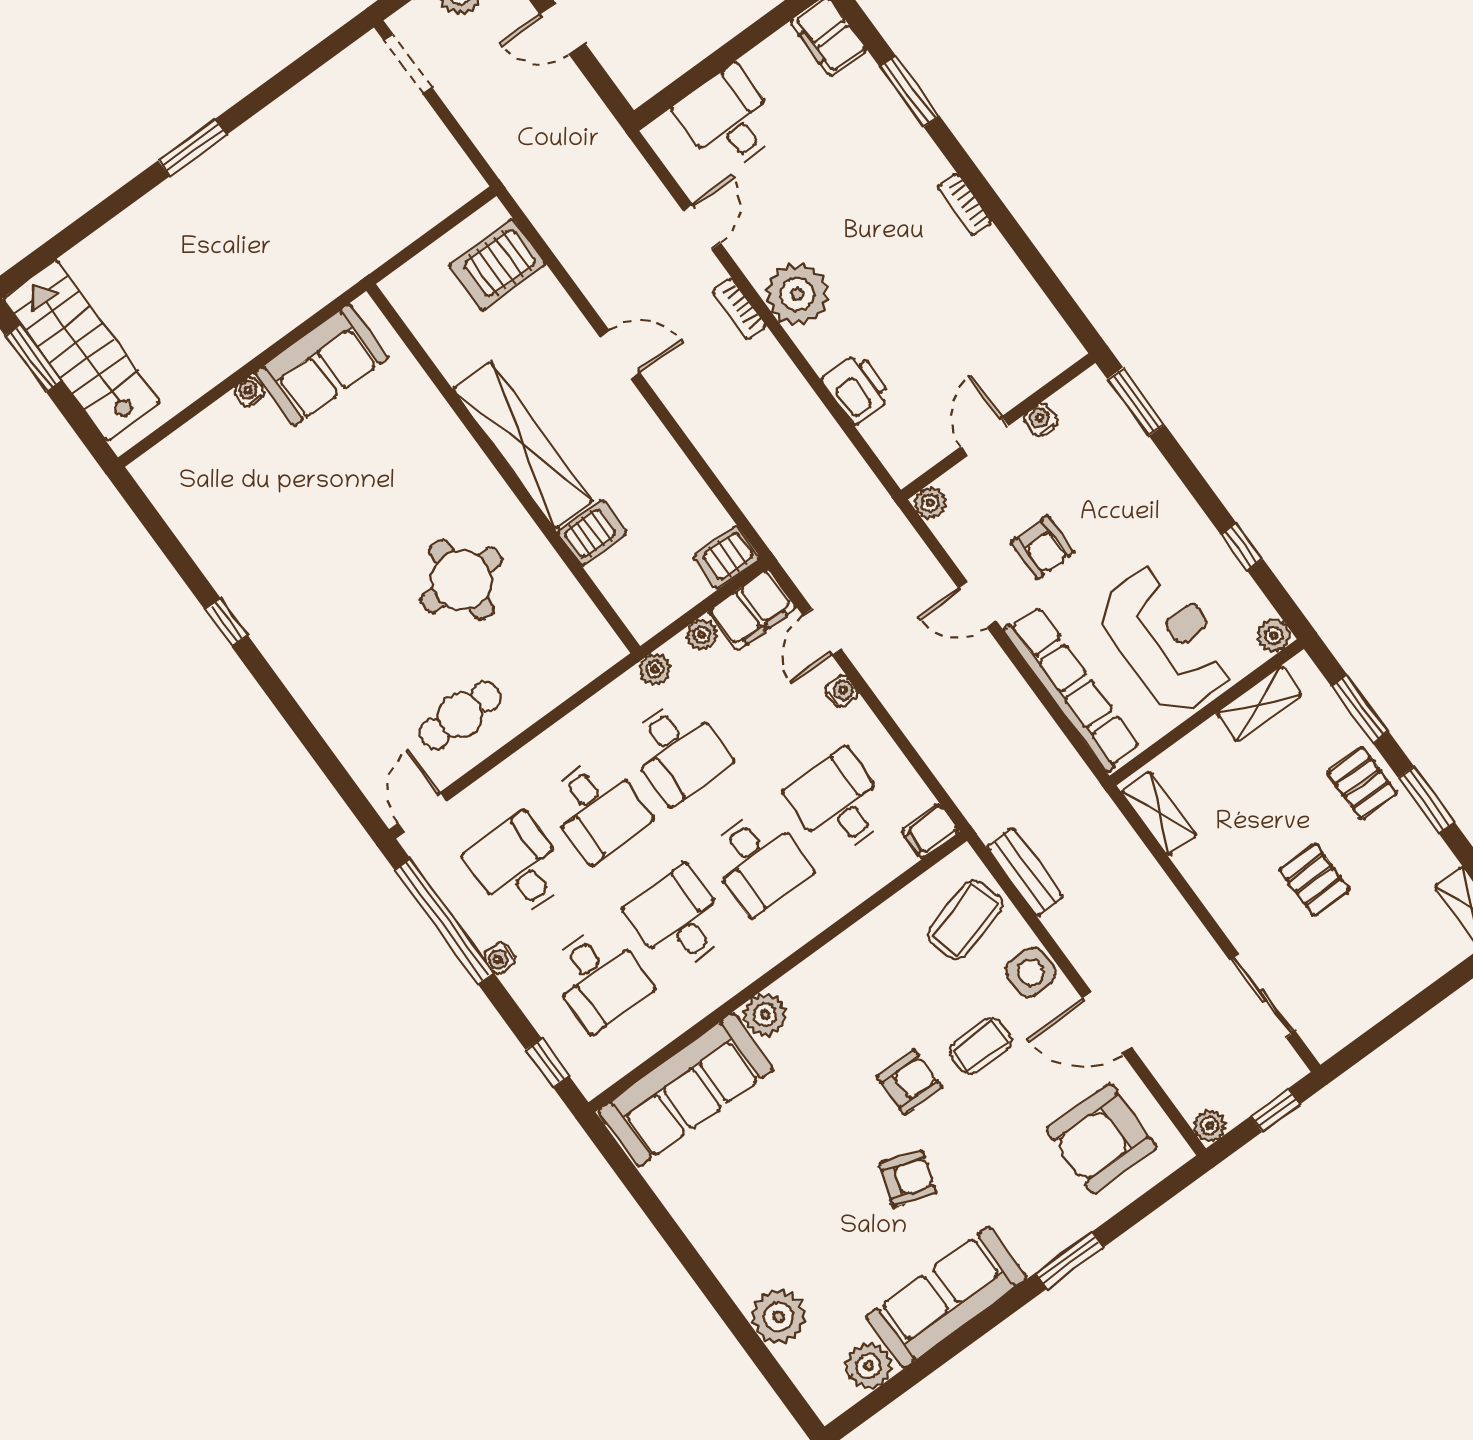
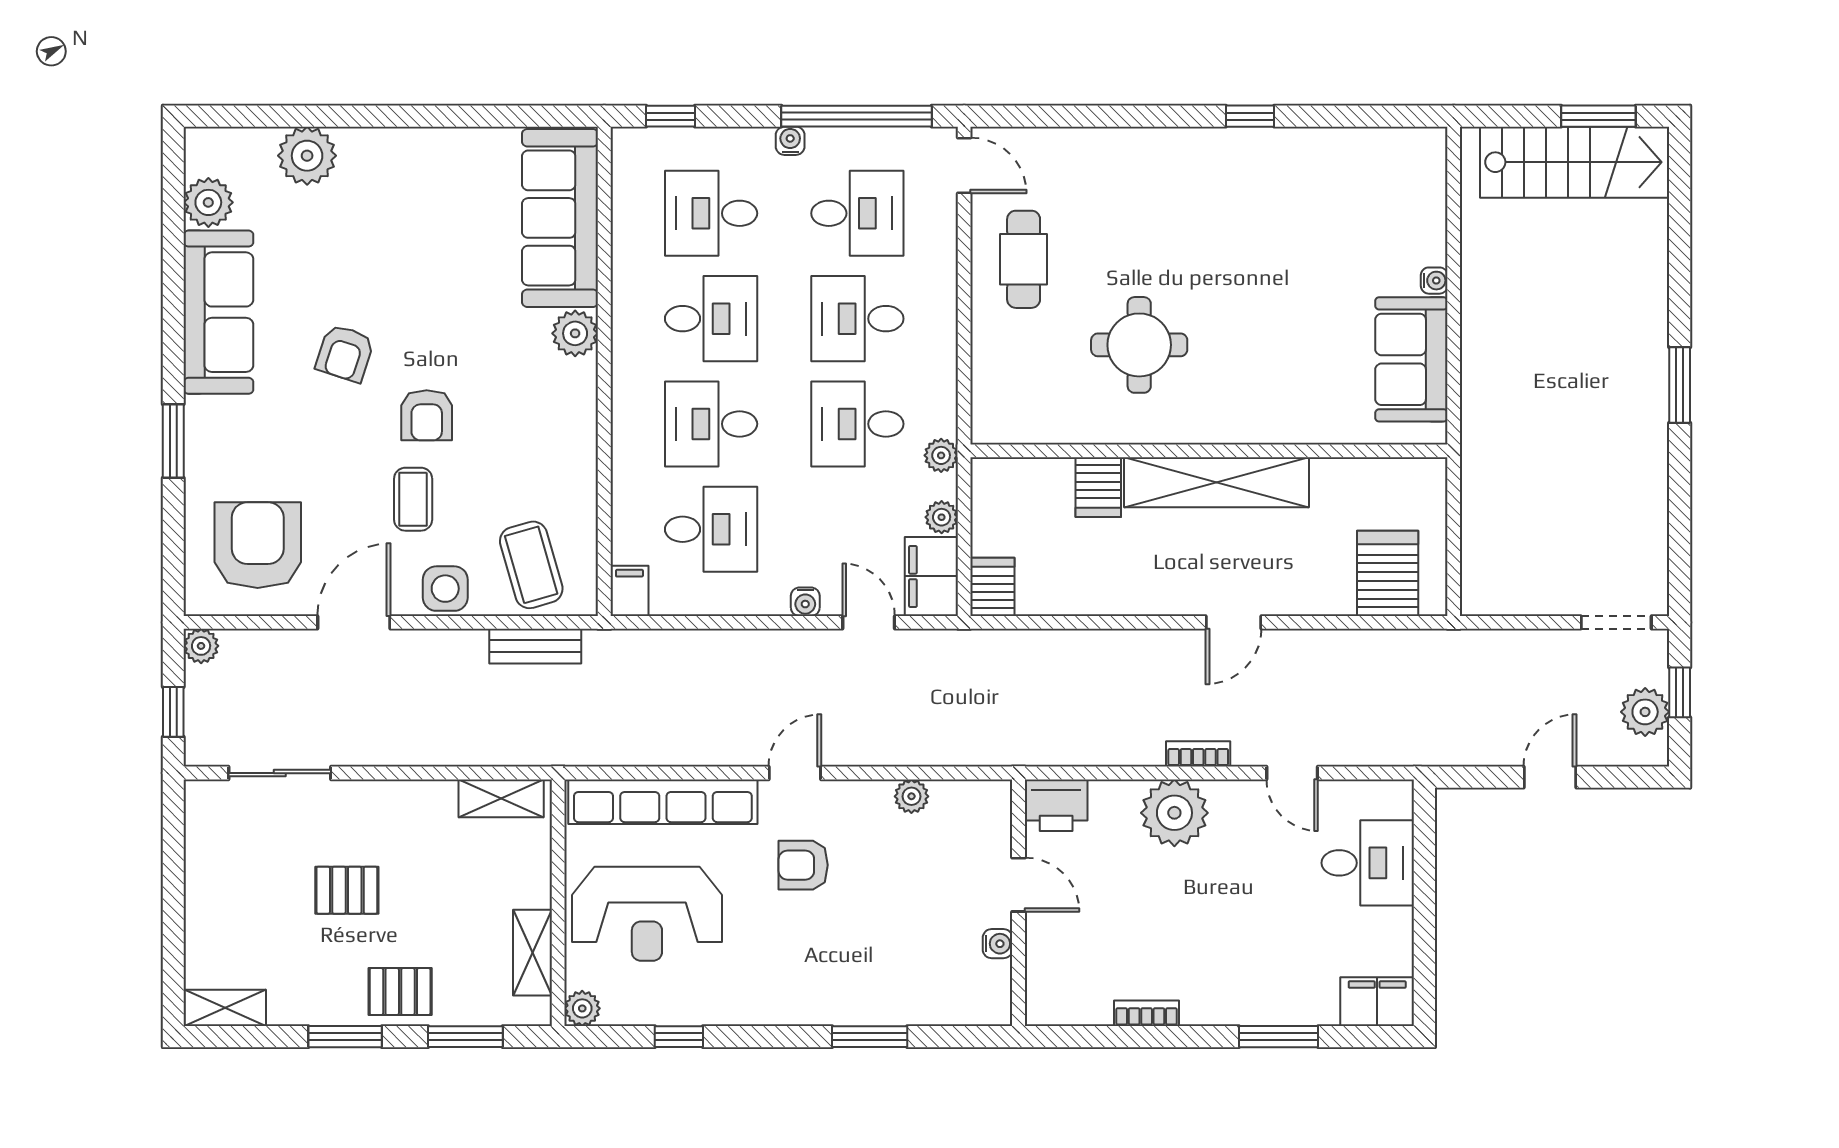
water cooler: (1041, 420) -> (998, 944), moved
wall: (998, 426) -> (1019, 903), moved
door: (985, 436) -> (1019, 885), moved

